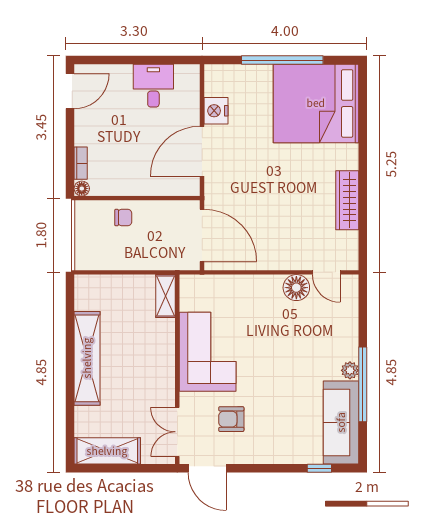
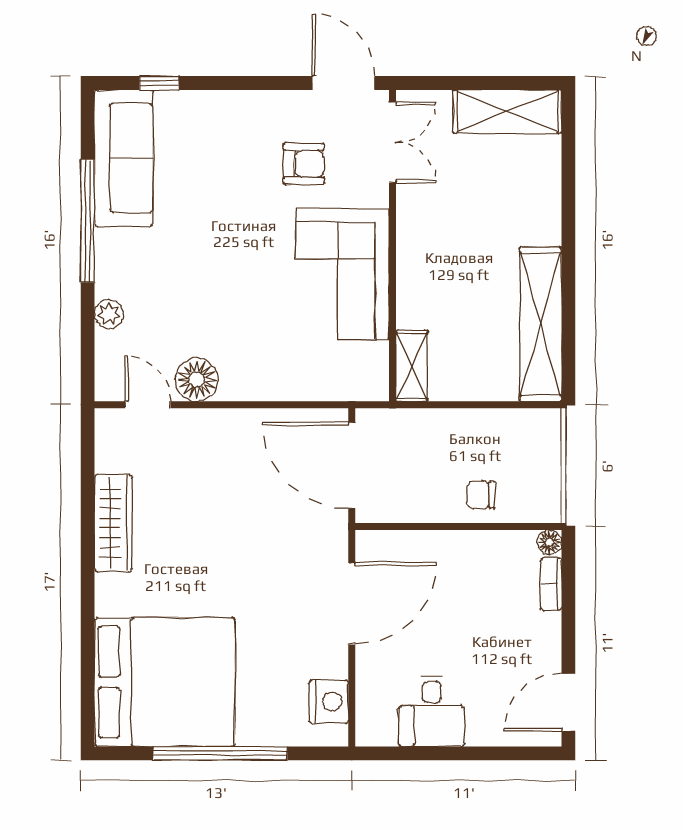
nightstand: (216, 111) -> (329, 702), moved
shelving: (87, 358) -> (541, 324), moved
plant: (350, 370) -> (109, 314), moved

